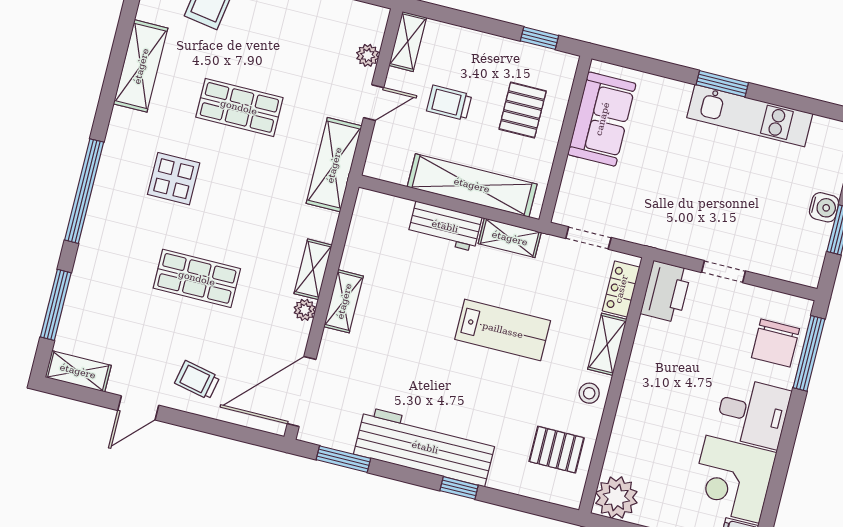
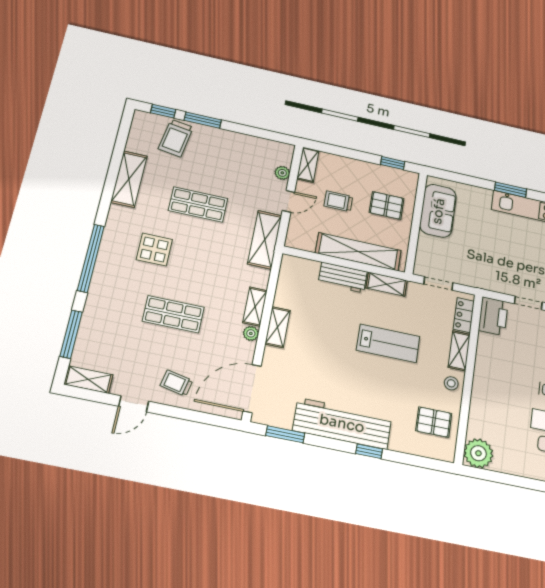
pallet: (523, 110) -> (387, 205), turned 90

